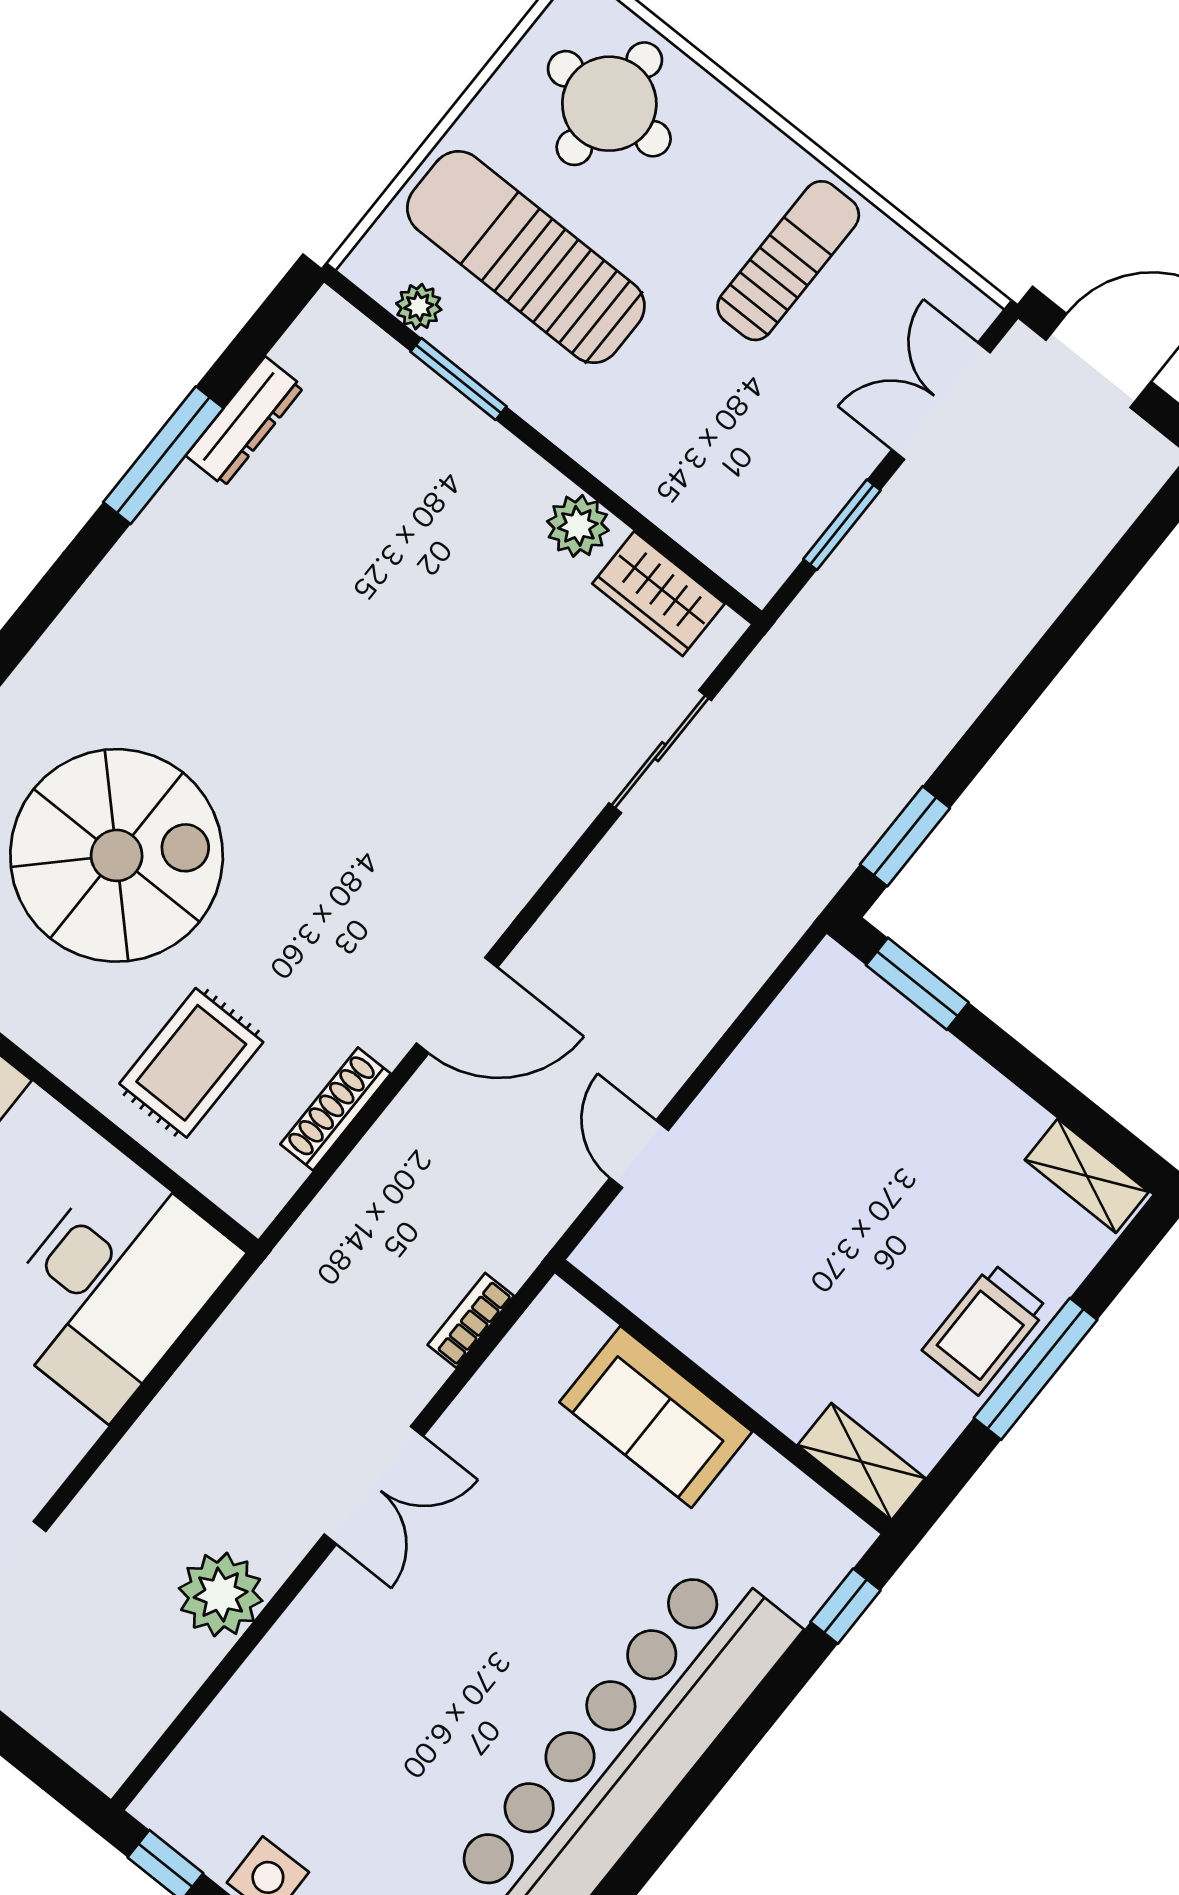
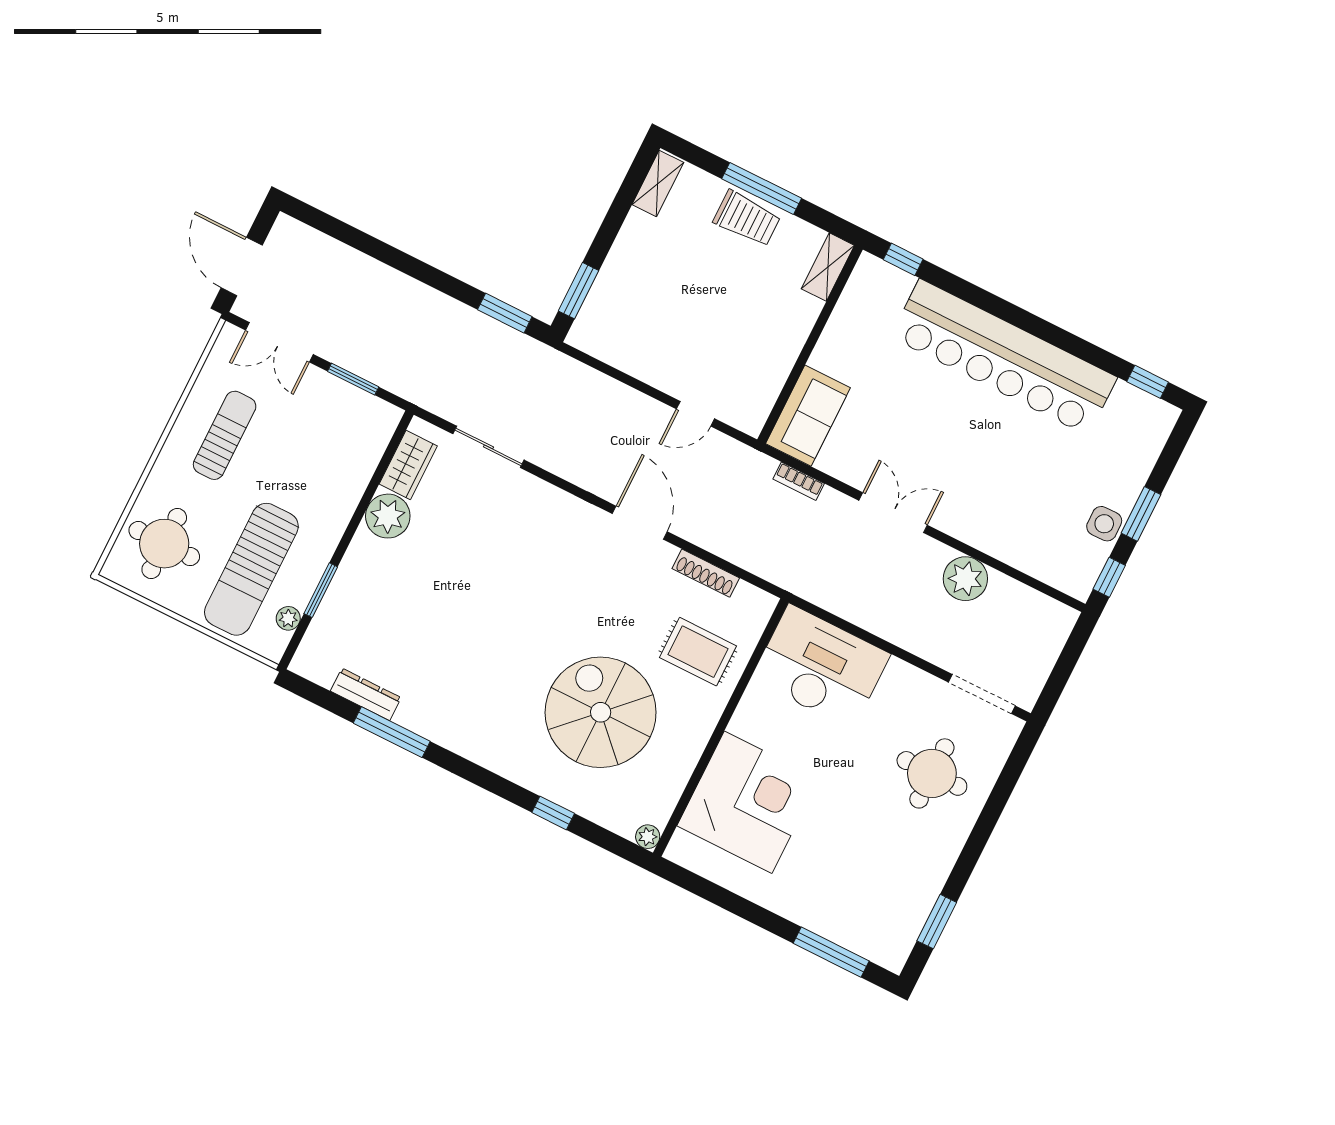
sun lounger: (788, 261) -> (225, 435), turned 90
plant: (578, 526) -> (388, 516), width x1.36, depth x1.36
sofa: (656, 1417) -> (808, 416), moved

